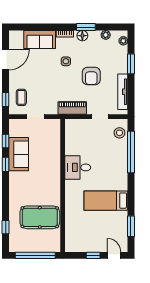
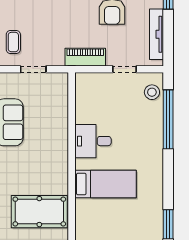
bed: (106, 201) -> (105, 184), moved, turned 180

